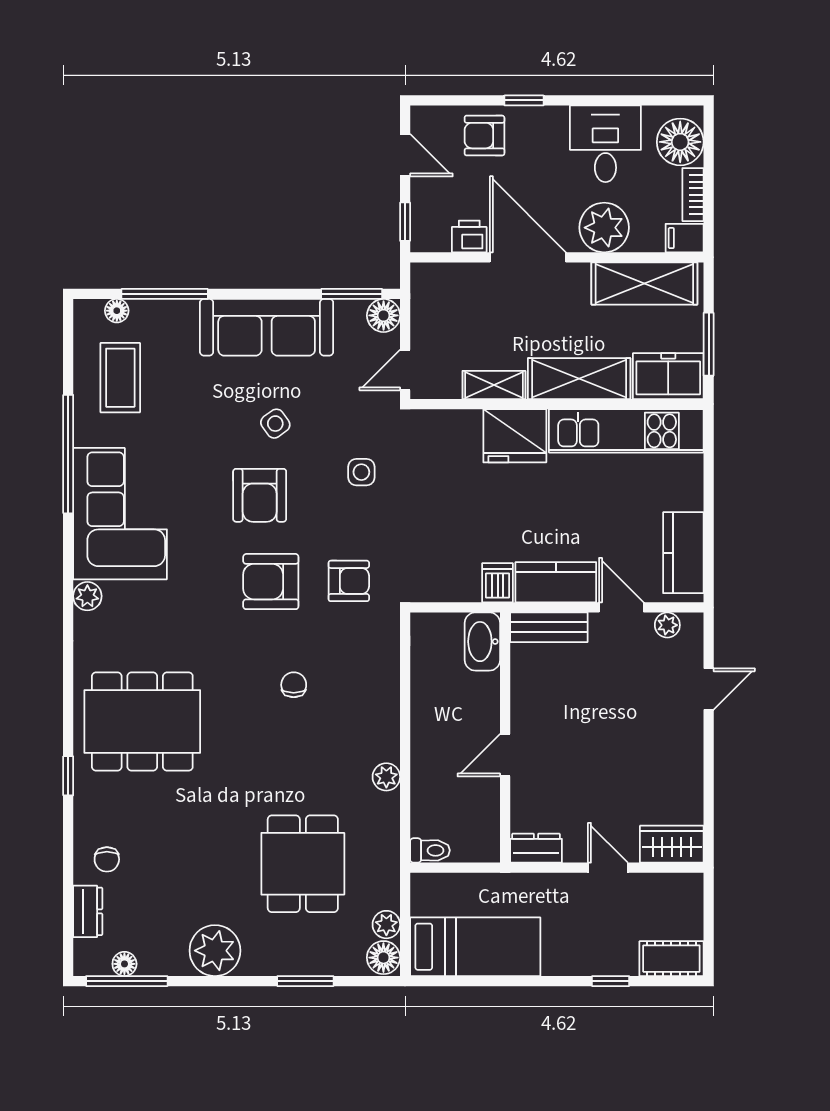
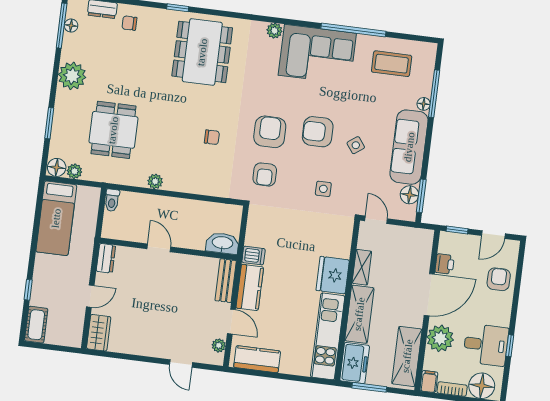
window: (524, 100) -> (510, 346), moved
floor lamp: (117, 311) -> (424, 104), moved
floor lamp: (384, 315) -> (409, 195), moved
door: (621, 607) -> (231, 322), hinge flipped
dining table: (303, 864) -> (113, 130), turned 90

